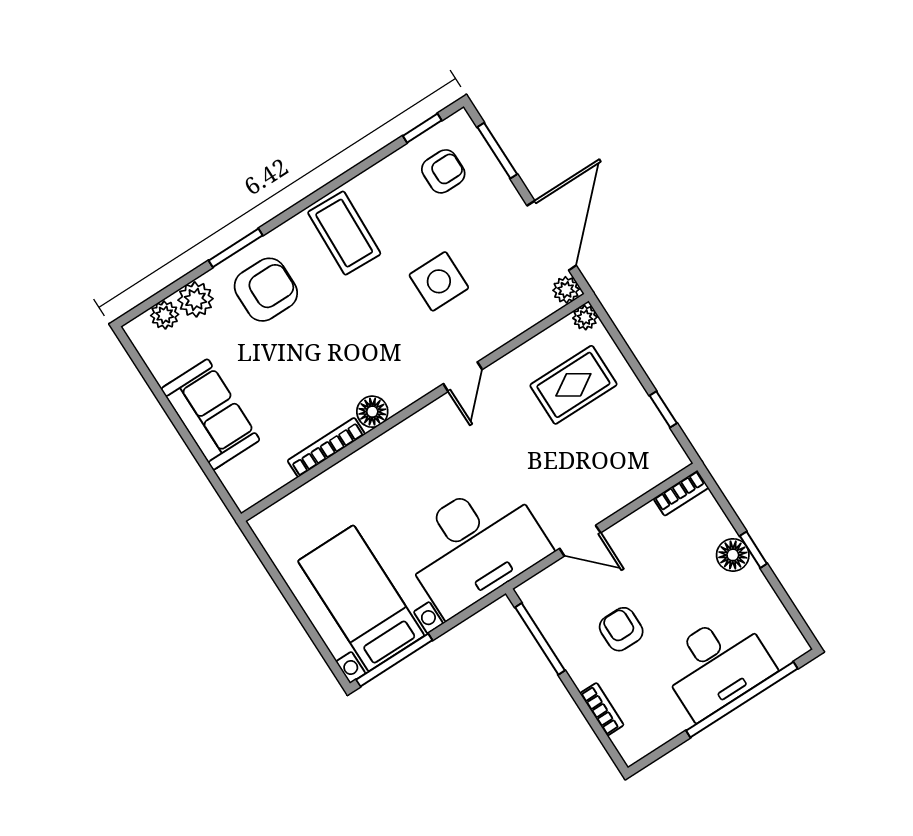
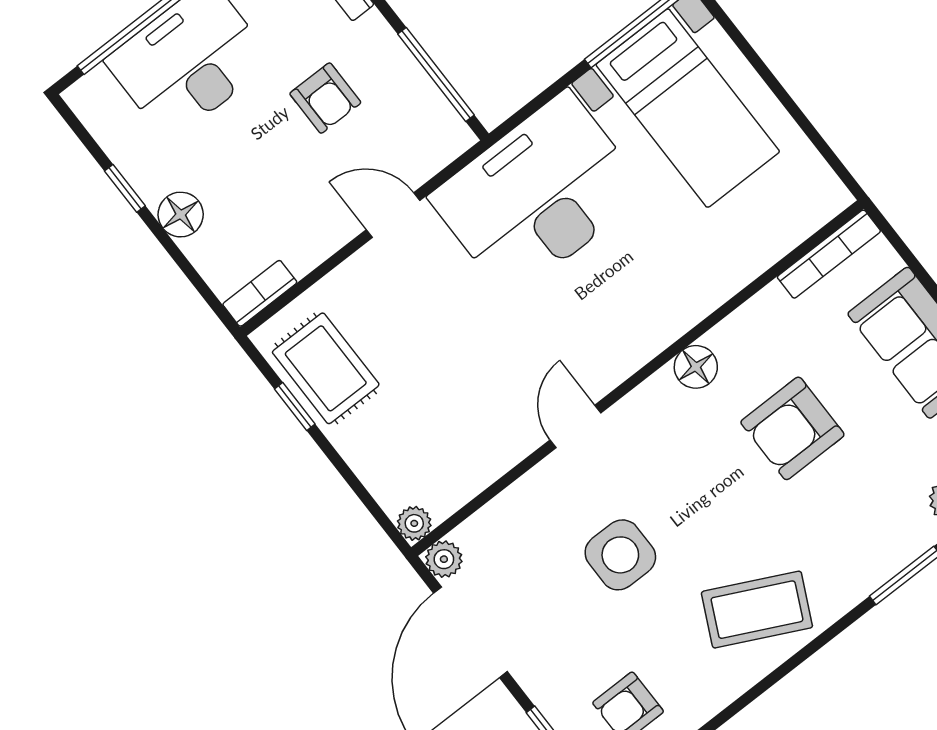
coffee table: (344, 233) -> (757, 610), turned -66
armchair: (266, 290) -> (792, 428), moved
rug: (573, 385) -> (326, 368), moved, turned 90
bookcase: (326, 447) -> (829, 254), moved
window: (753, 550) -> (125, 188), moved

